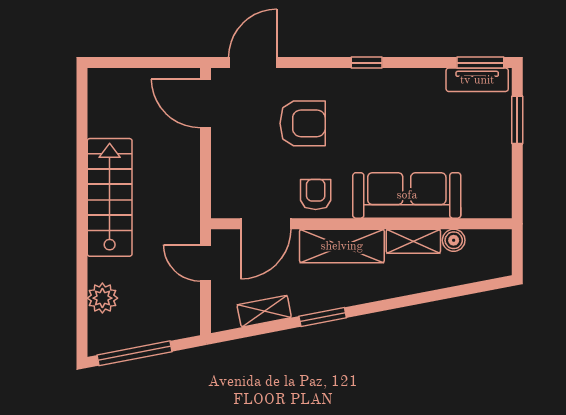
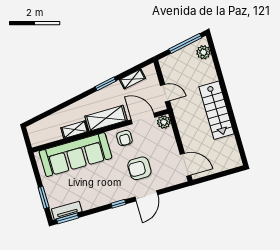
door: (253, 63) -> (146, 196), moved
sofa: (407, 195) -> (75, 155), width x1.36, depth x1.27
plant: (225, 204) -> (164, 122), added
door: (266, 224) -> (143, 118), hinge flipped
boiler: (454, 240) -> (57, 135), removed
plant: (102, 298) -> (203, 52), moved

